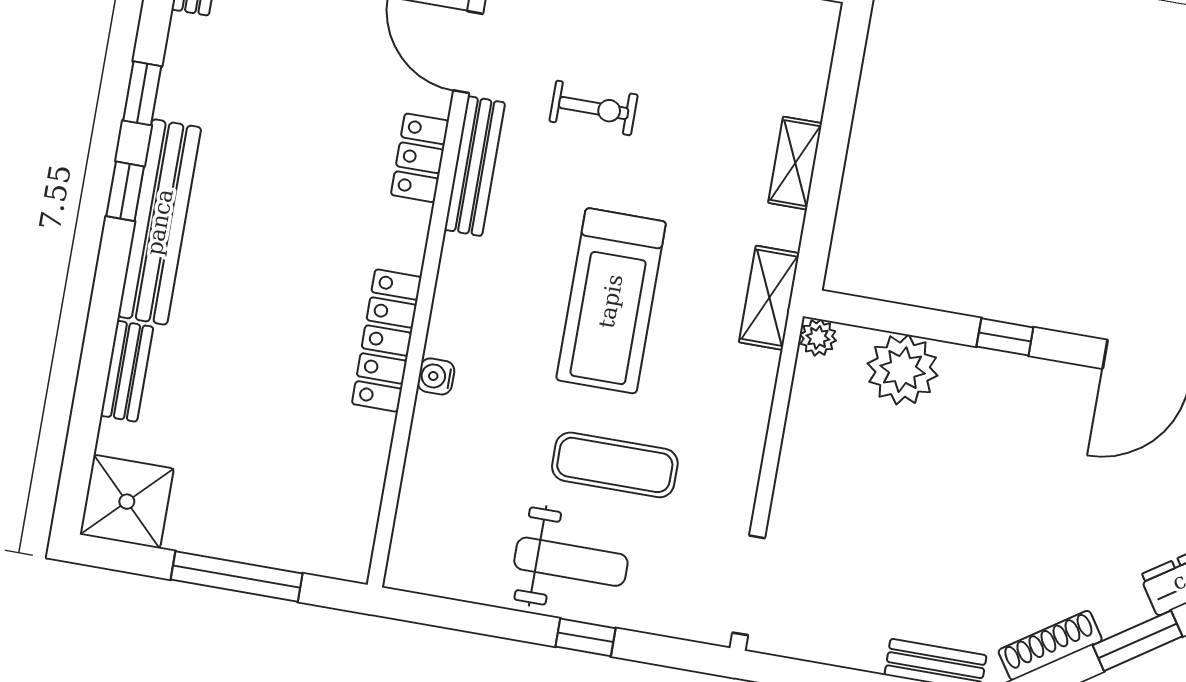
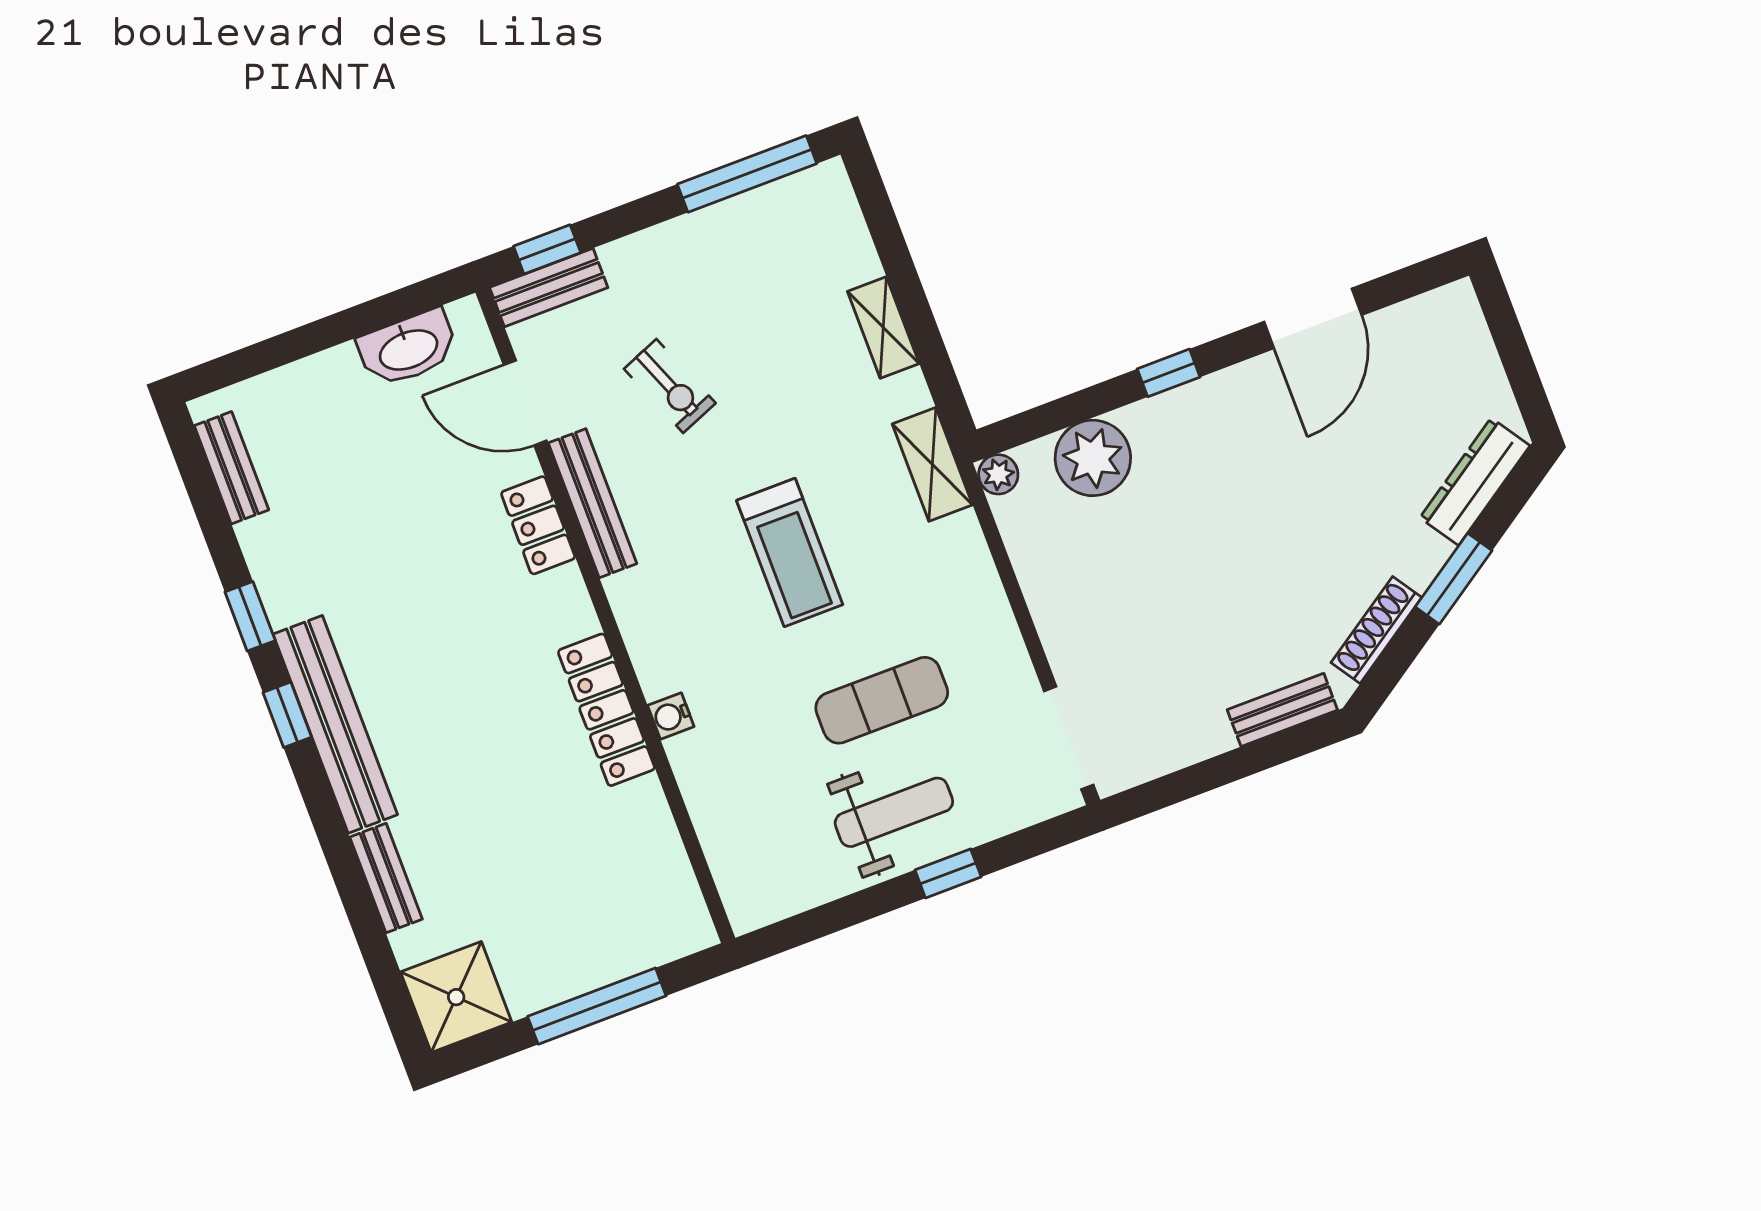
exercise bike: (594, 108) -> (670, 386), turned 68
treadmill: (611, 301) -> (790, 553), width x0.73, depth x0.73

